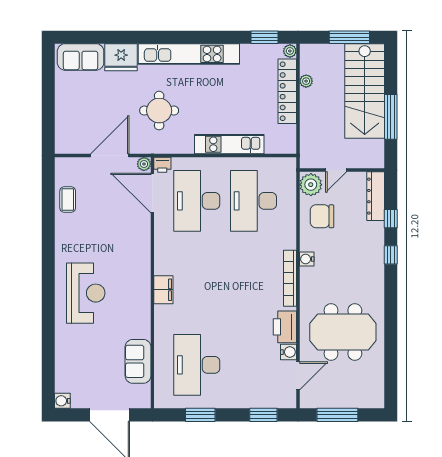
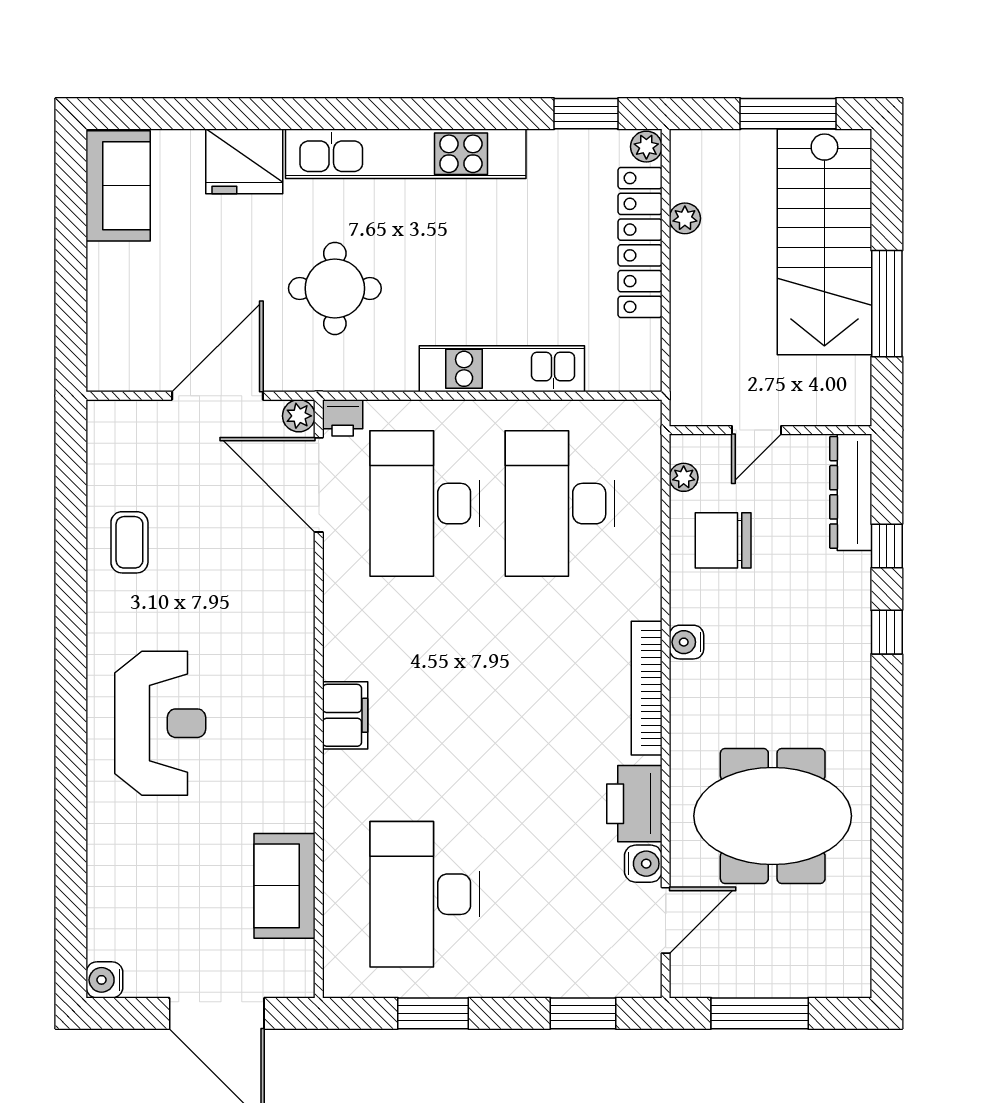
sofa: (81, 57) -> (118, 186), moved, turned -90
plant: (311, 185) -> (684, 477), width x0.53, depth x0.53
coffee table: (68, 200) -> (129, 542), moved

